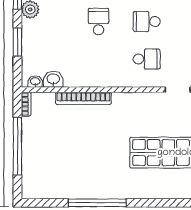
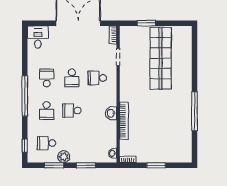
school desk: (147, 59) -> (97, 78), turned -90
washbasin: (53, 79) -> (111, 113), moved
window: (17, 146) -> (156, 165), width x0.47

